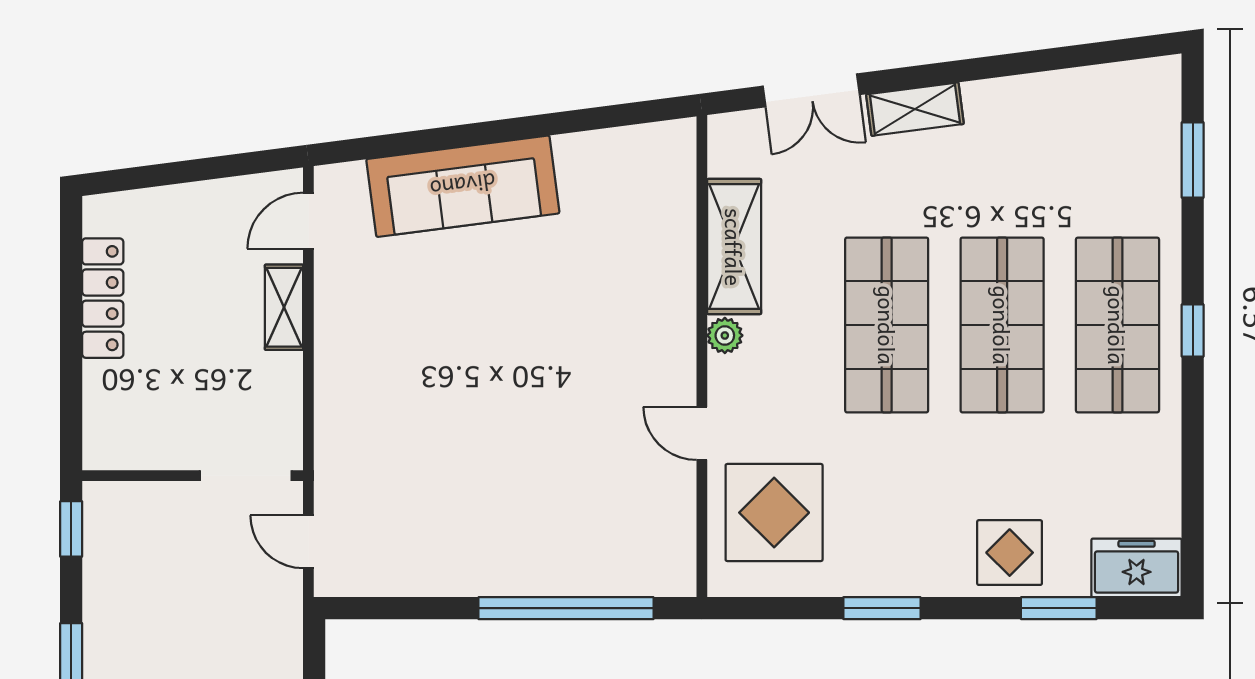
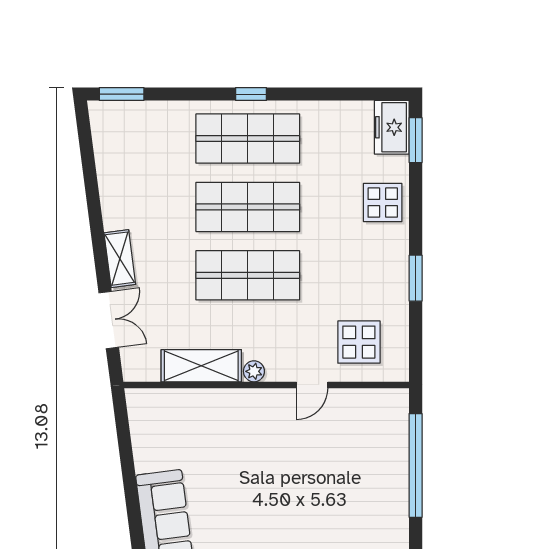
window: (1193, 160) -> (122, 94), moved
display table: (774, 513) -> (359, 342), width x0.73, depth x0.73
window: (1059, 608) -> (416, 140), moved

